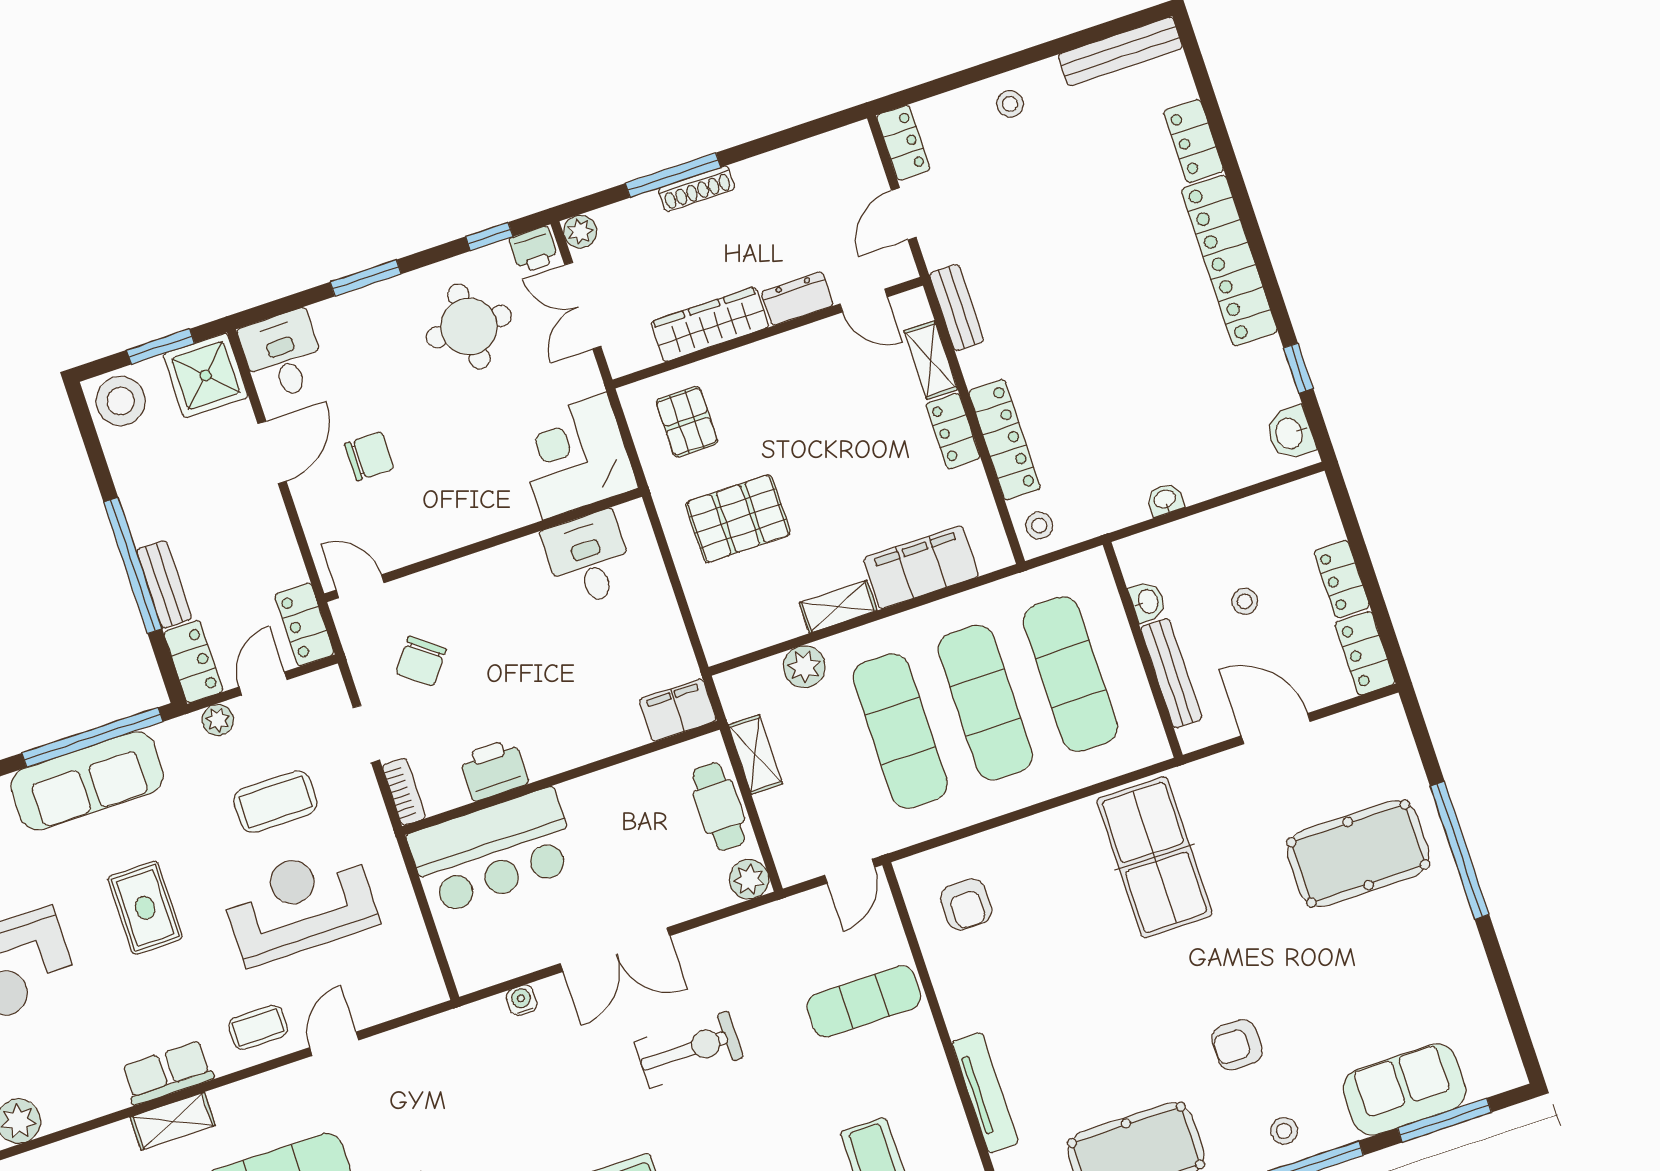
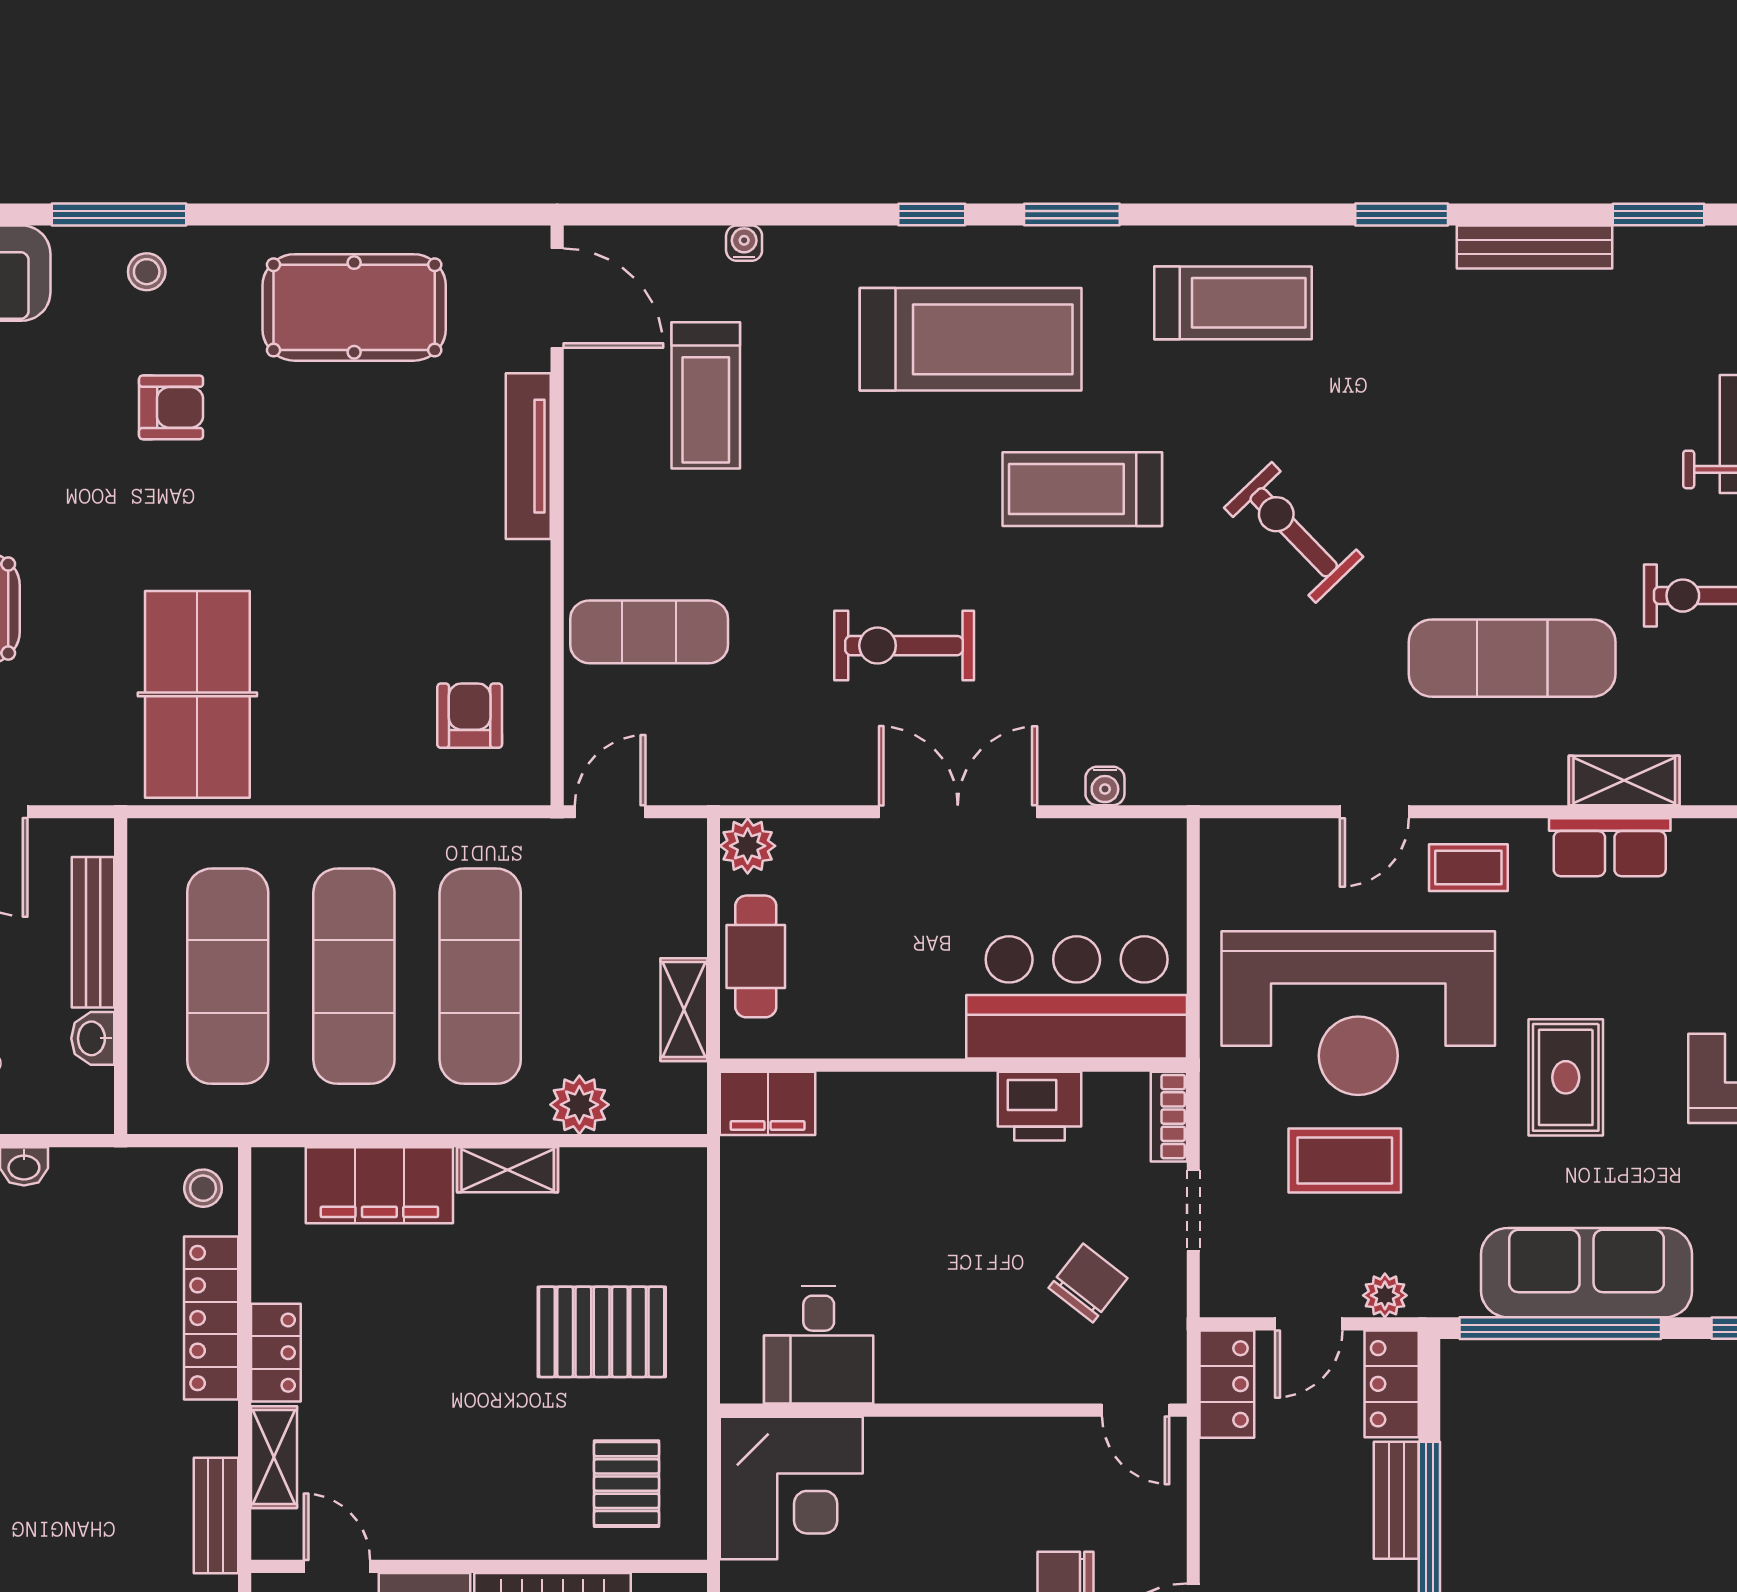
reception desk: (300, 904) -> (1358, 1013), width x1.36, depth x1.30

